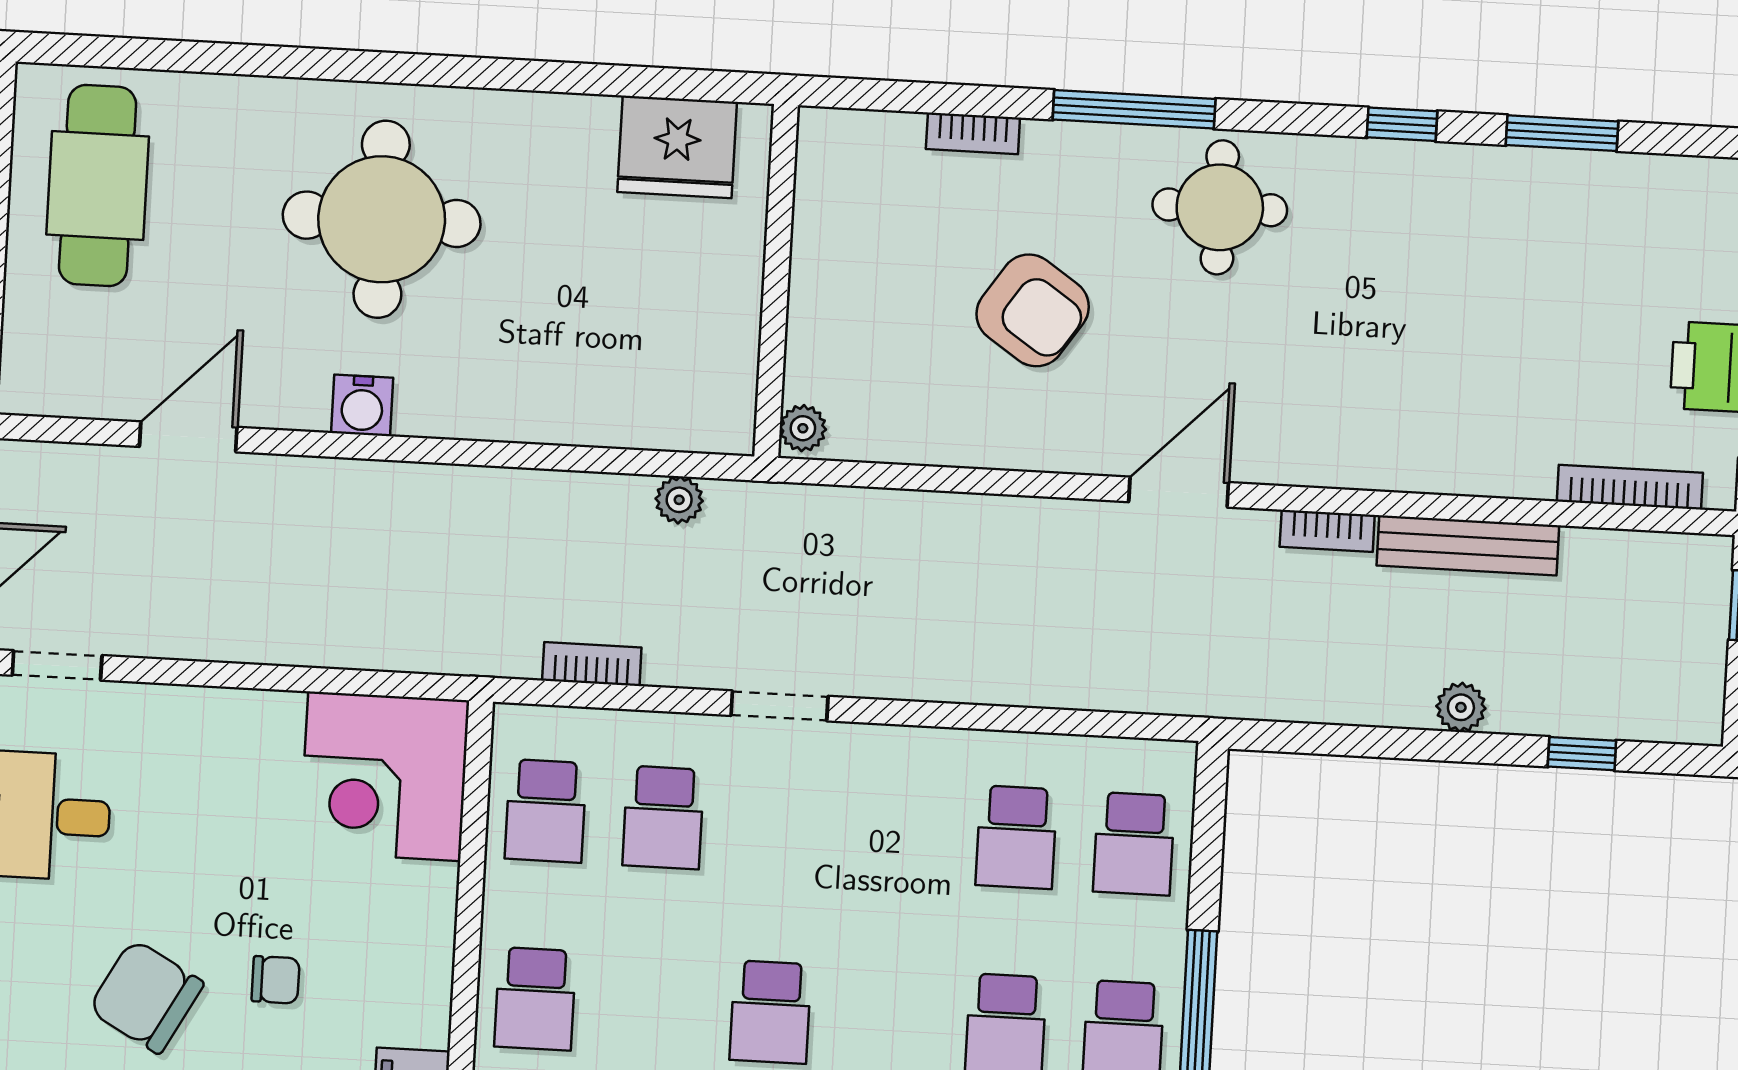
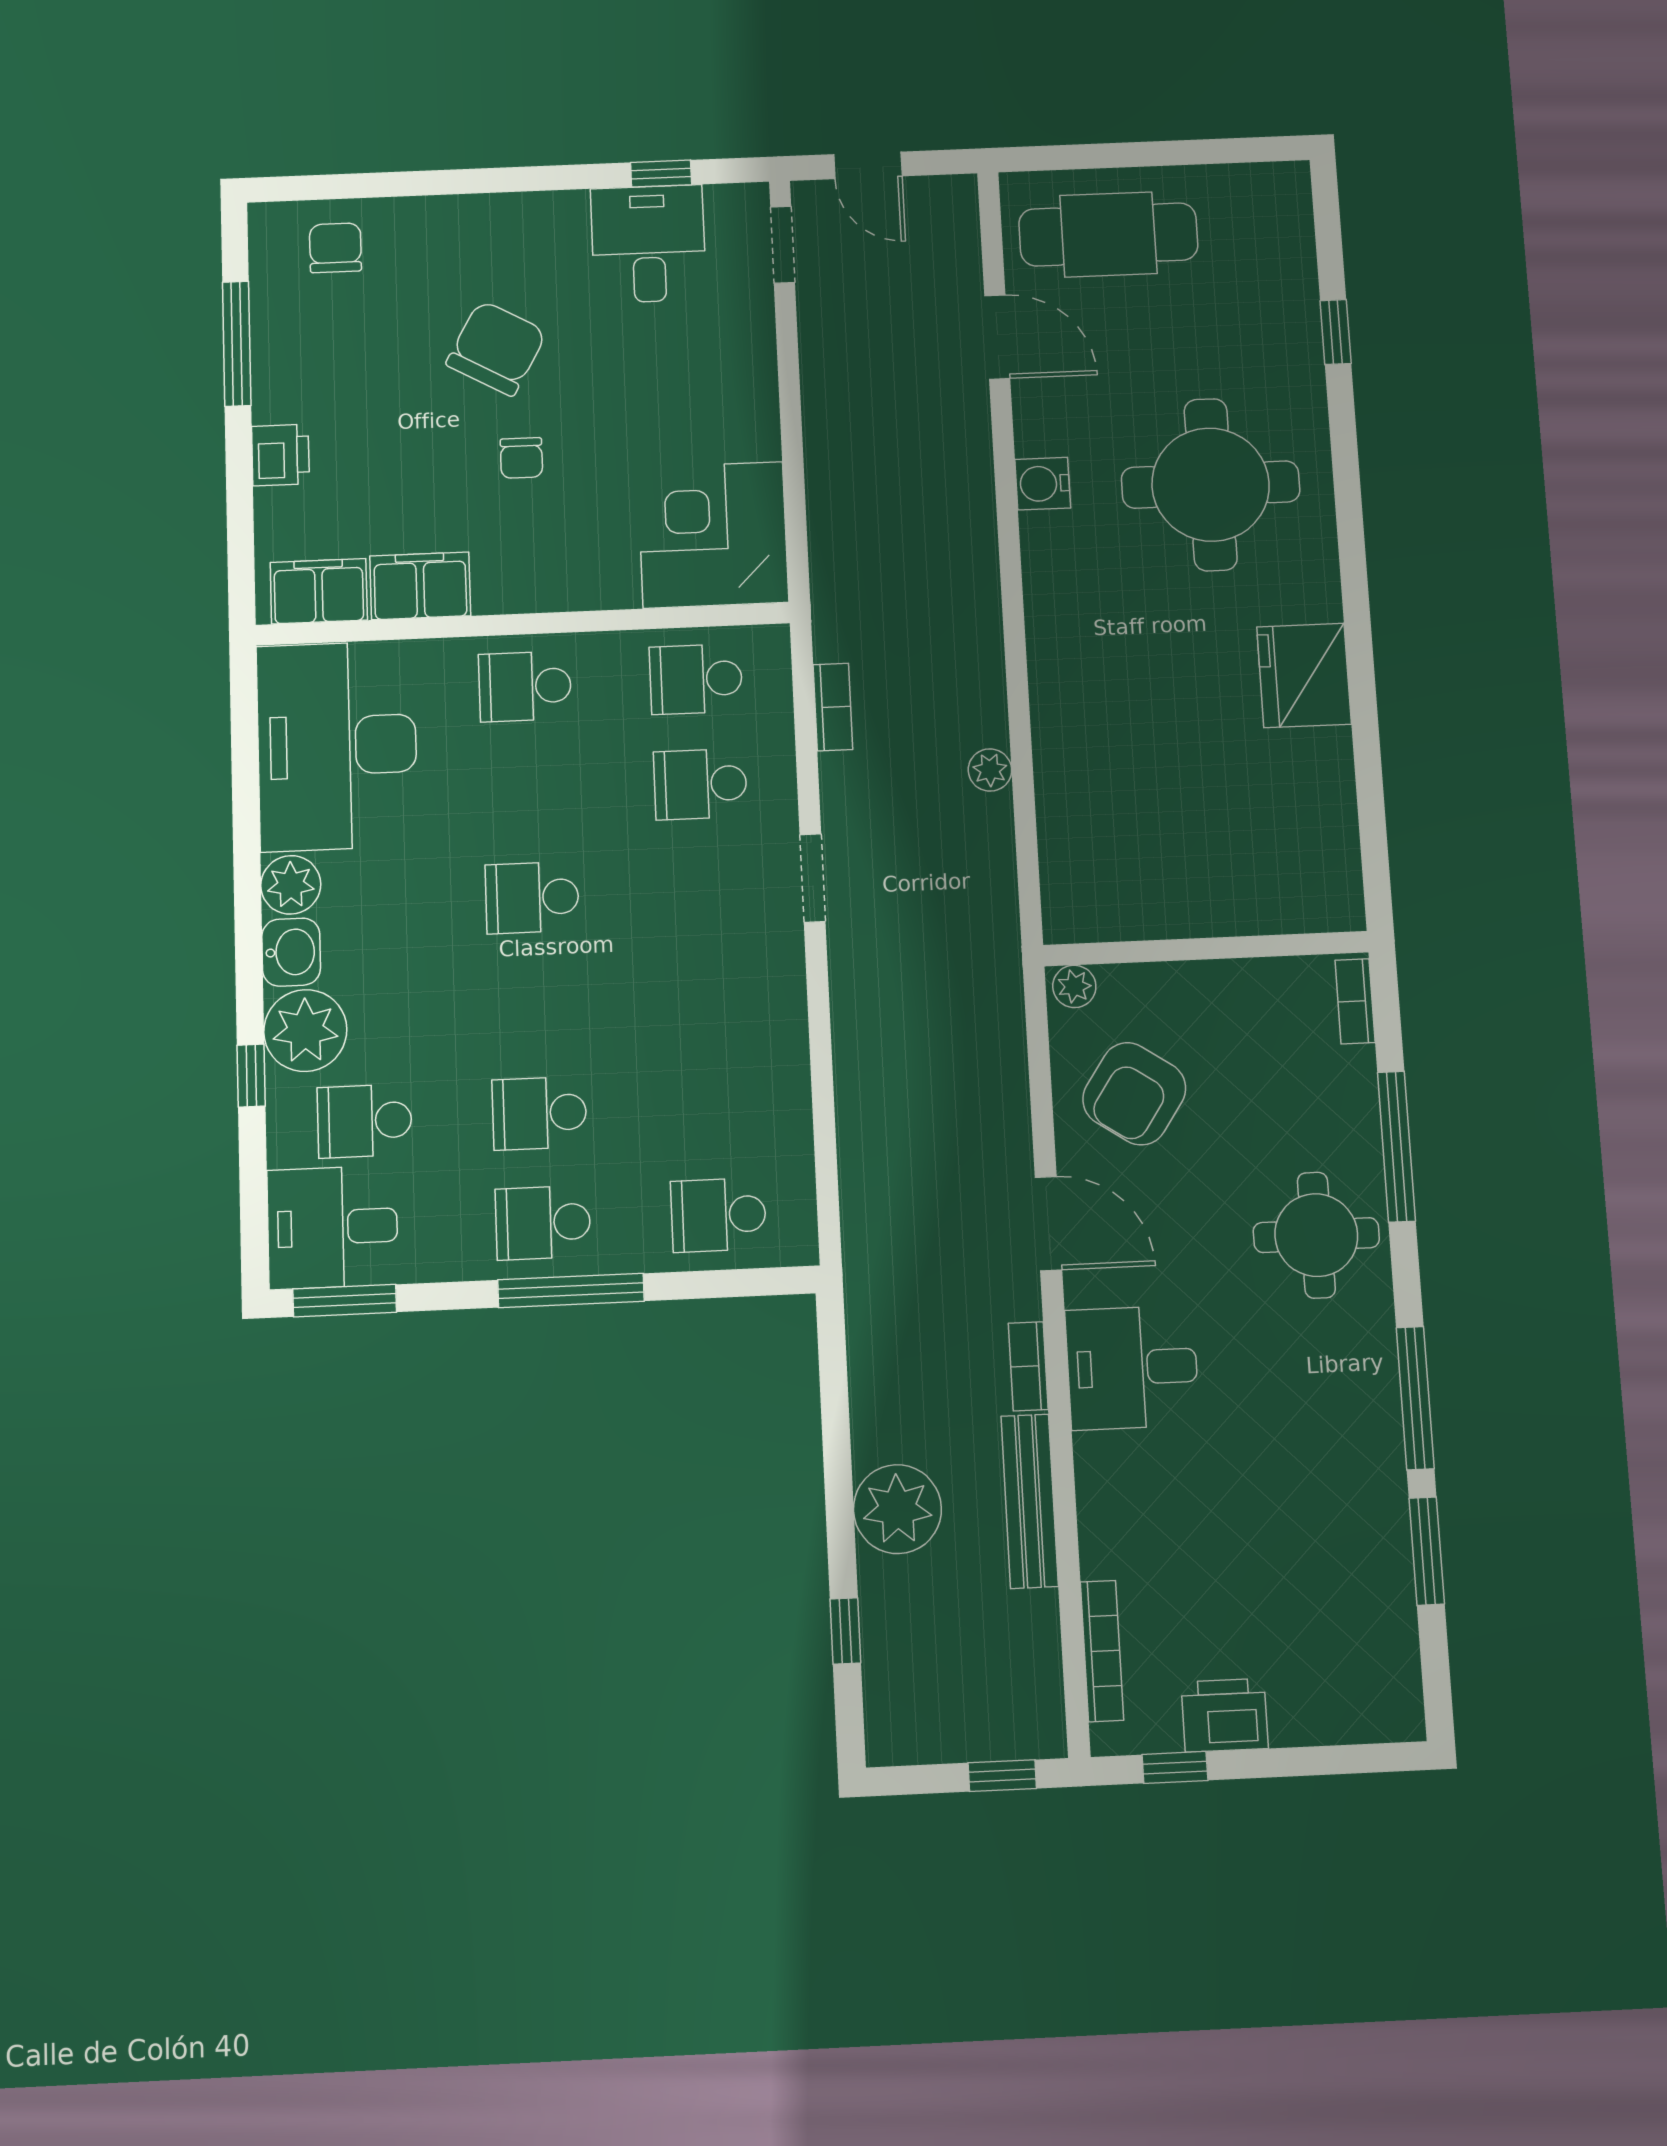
window: (220, 58) -> (1336, 332), added
window: (1402, 124) -> (1415, 1398), width x2.17
fridge: (677, 147) -> (1304, 675), moved
cafe table: (98, 186) -> (1108, 235), moved
wall: (776, 281) -> (1206, 949), moved
armchair: (1033, 310) -> (1134, 1094), moved
desk: (1340, 421) -> (1132, 1368), added
plant: (803, 428) -> (1074, 986), moved
plant: (1461, 707) -> (897, 1509), width x1.88, depth x1.88
school desk: (1016, 837) -> (714, 1106), removed

